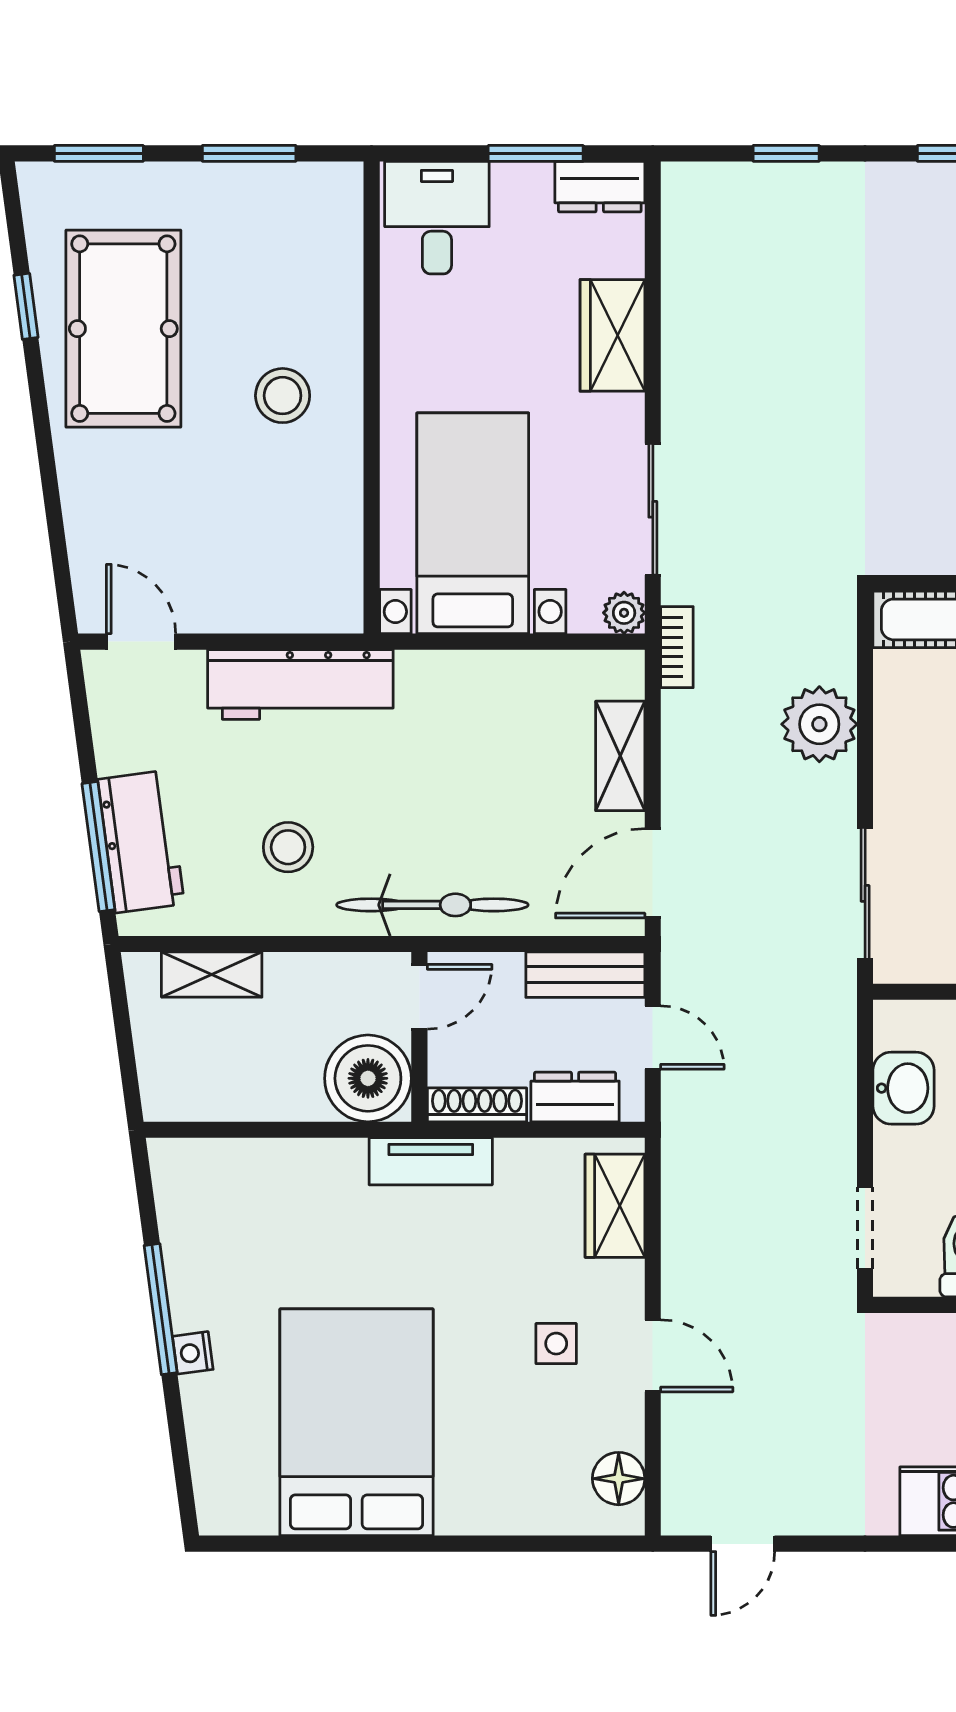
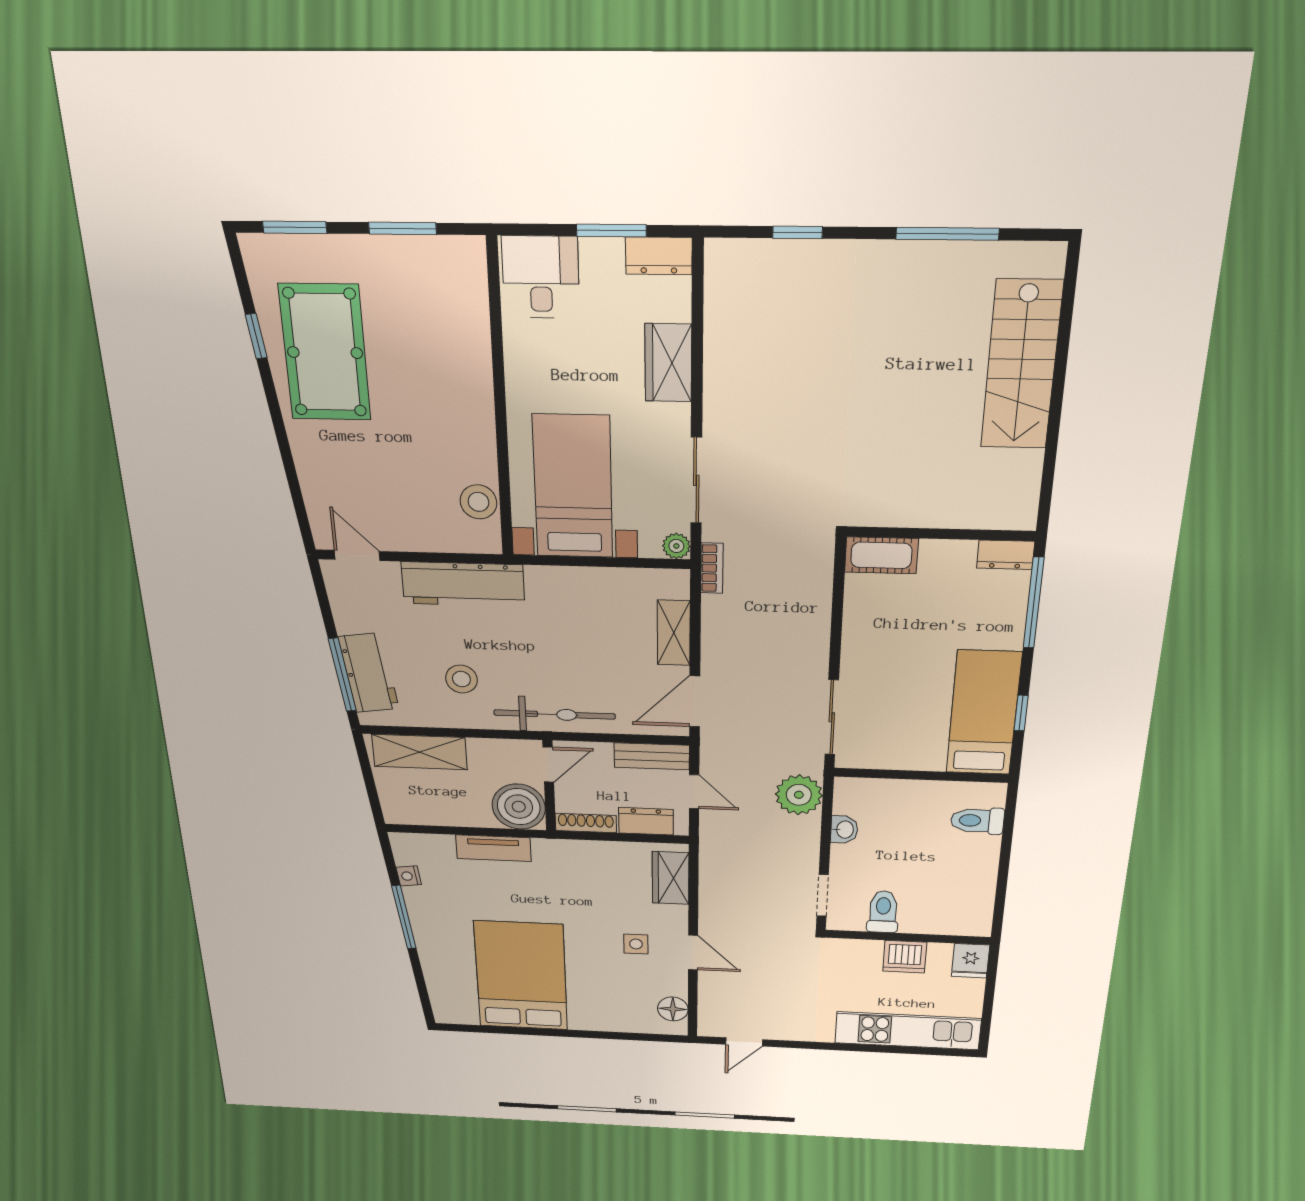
stool: (283, 396) -> (478, 502), moved
plant: (819, 724) -> (799, 795), moved
shelving: (212, 975) -> (420, 752), width x1.50, depth x1.33
washbasin: (903, 1088) -> (844, 830), width x0.72, depth x0.69
tv unit: (431, 1161) -> (493, 848), moved
nightstand: (193, 1353) -> (409, 876), moved

